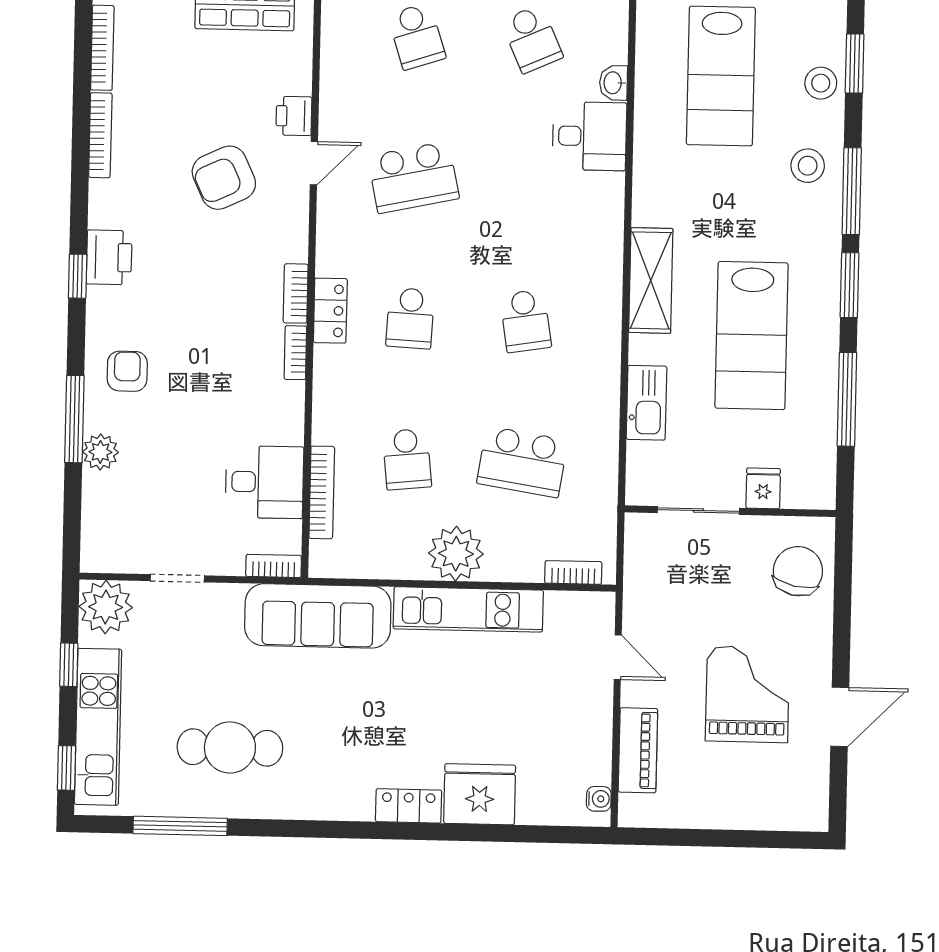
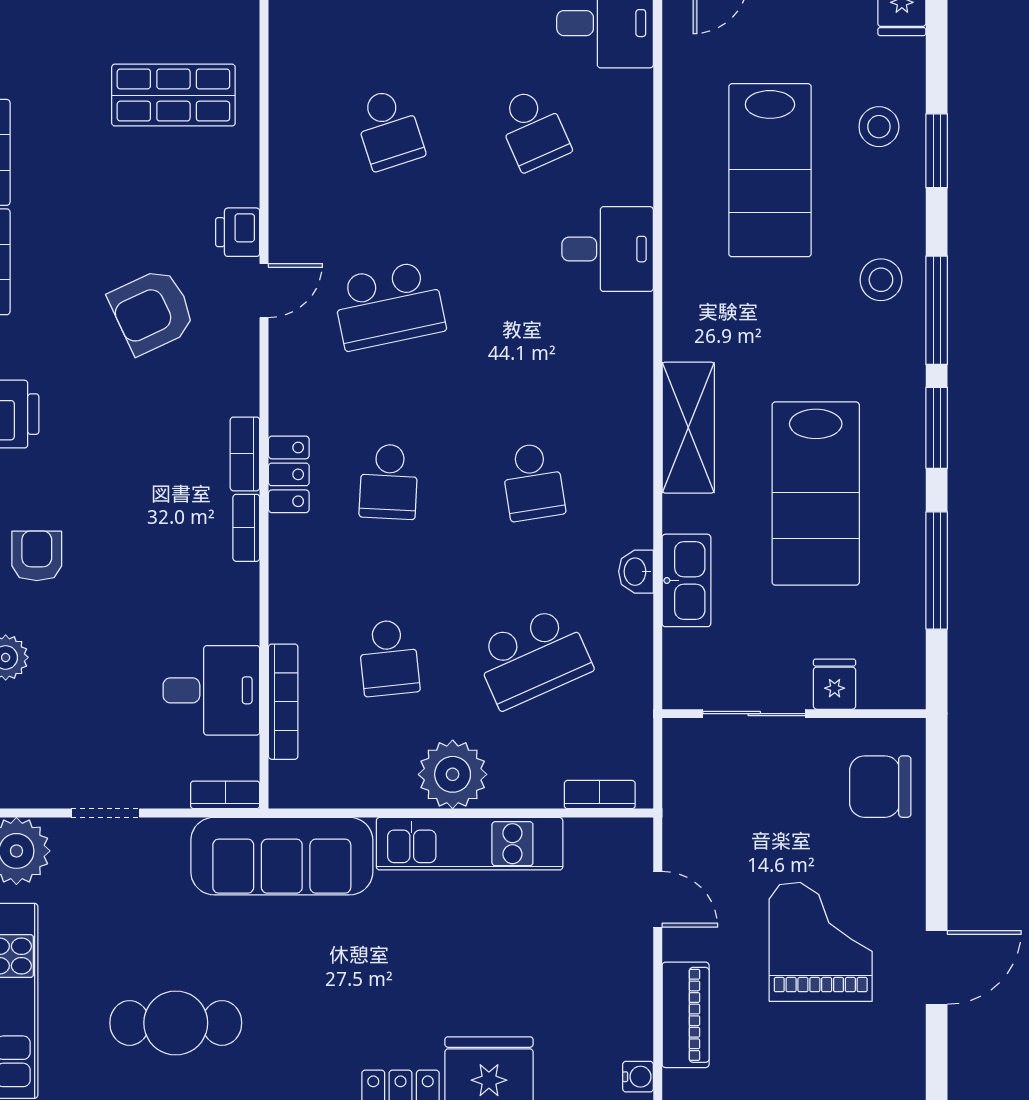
washbasin: (613, 83) -> (636, 572), moved
stool: (821, 83) -> (879, 127), moved
school desk: (522, 462) -> (533, 658), turned -33
chair: (798, 571) -> (880, 787), turned -102

